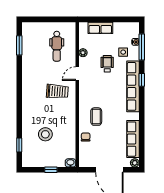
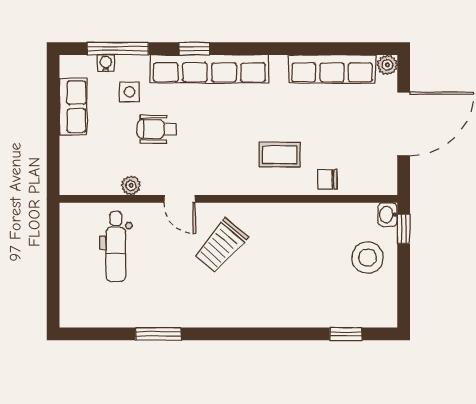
row of seats: (100, 28) -> (73, 107), moved
window: (19, 45) -> (158, 334), moved
dental chair: (57, 46) -> (116, 247), turned 90
trolley: (57, 91) -> (221, 245), turned -143
stool: (45, 134) -> (368, 257), moved
window: (51, 170) -> (404, 229), moved

